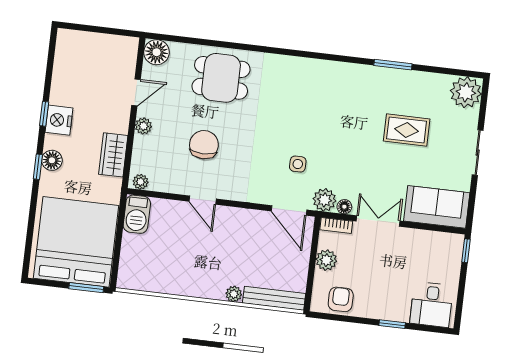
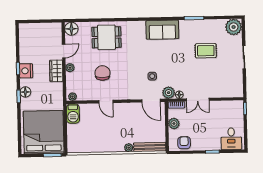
wardrobe: (113, 155) -> (56, 71), moved
sofa: (437, 207) -> (162, 30), moved, turned 180
double door: (378, 221) -> (198, 100), swing flipped

